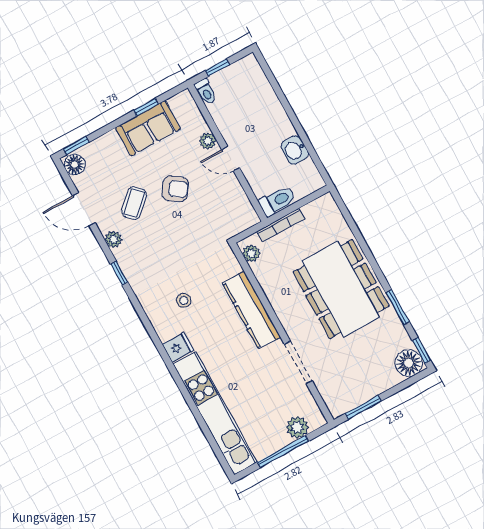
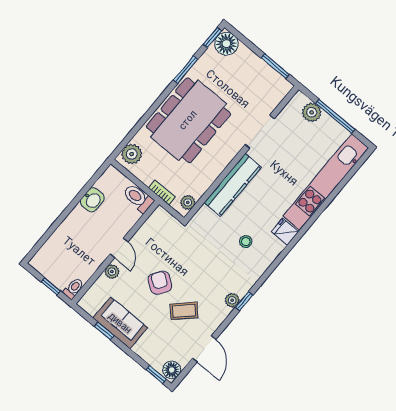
plant: (328, 213) -> (132, 154), added
bookcase: (281, 225) -> (162, 192), width x0.64
plant: (114, 239) -> (232, 300), moved

